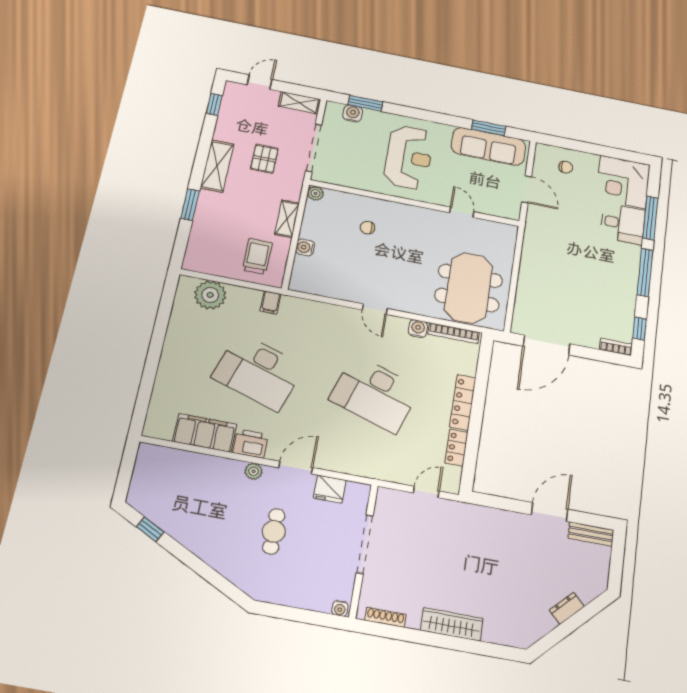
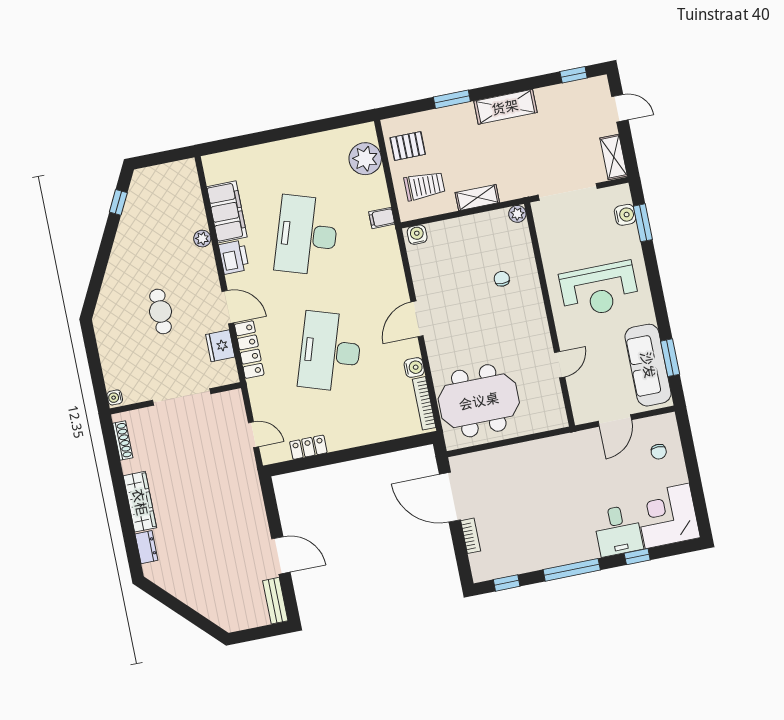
pallet: (264, 159) -> (408, 146), moved
window: (650, 218) -> (637, 557), width x0.46
water cooler: (305, 247) -> (417, 235), moved
door: (375, 309) -> (417, 319), width x1.38
bookcase: (616, 347) -> (471, 536), moved
locker: (463, 402) -> (249, 350), moved, turned 90
plant: (254, 471) -> (202, 239), moved
cafe table: (274, 531) -> (160, 311), turned 90
dresser: (567, 608) -> (146, 547), moved, turned 45

